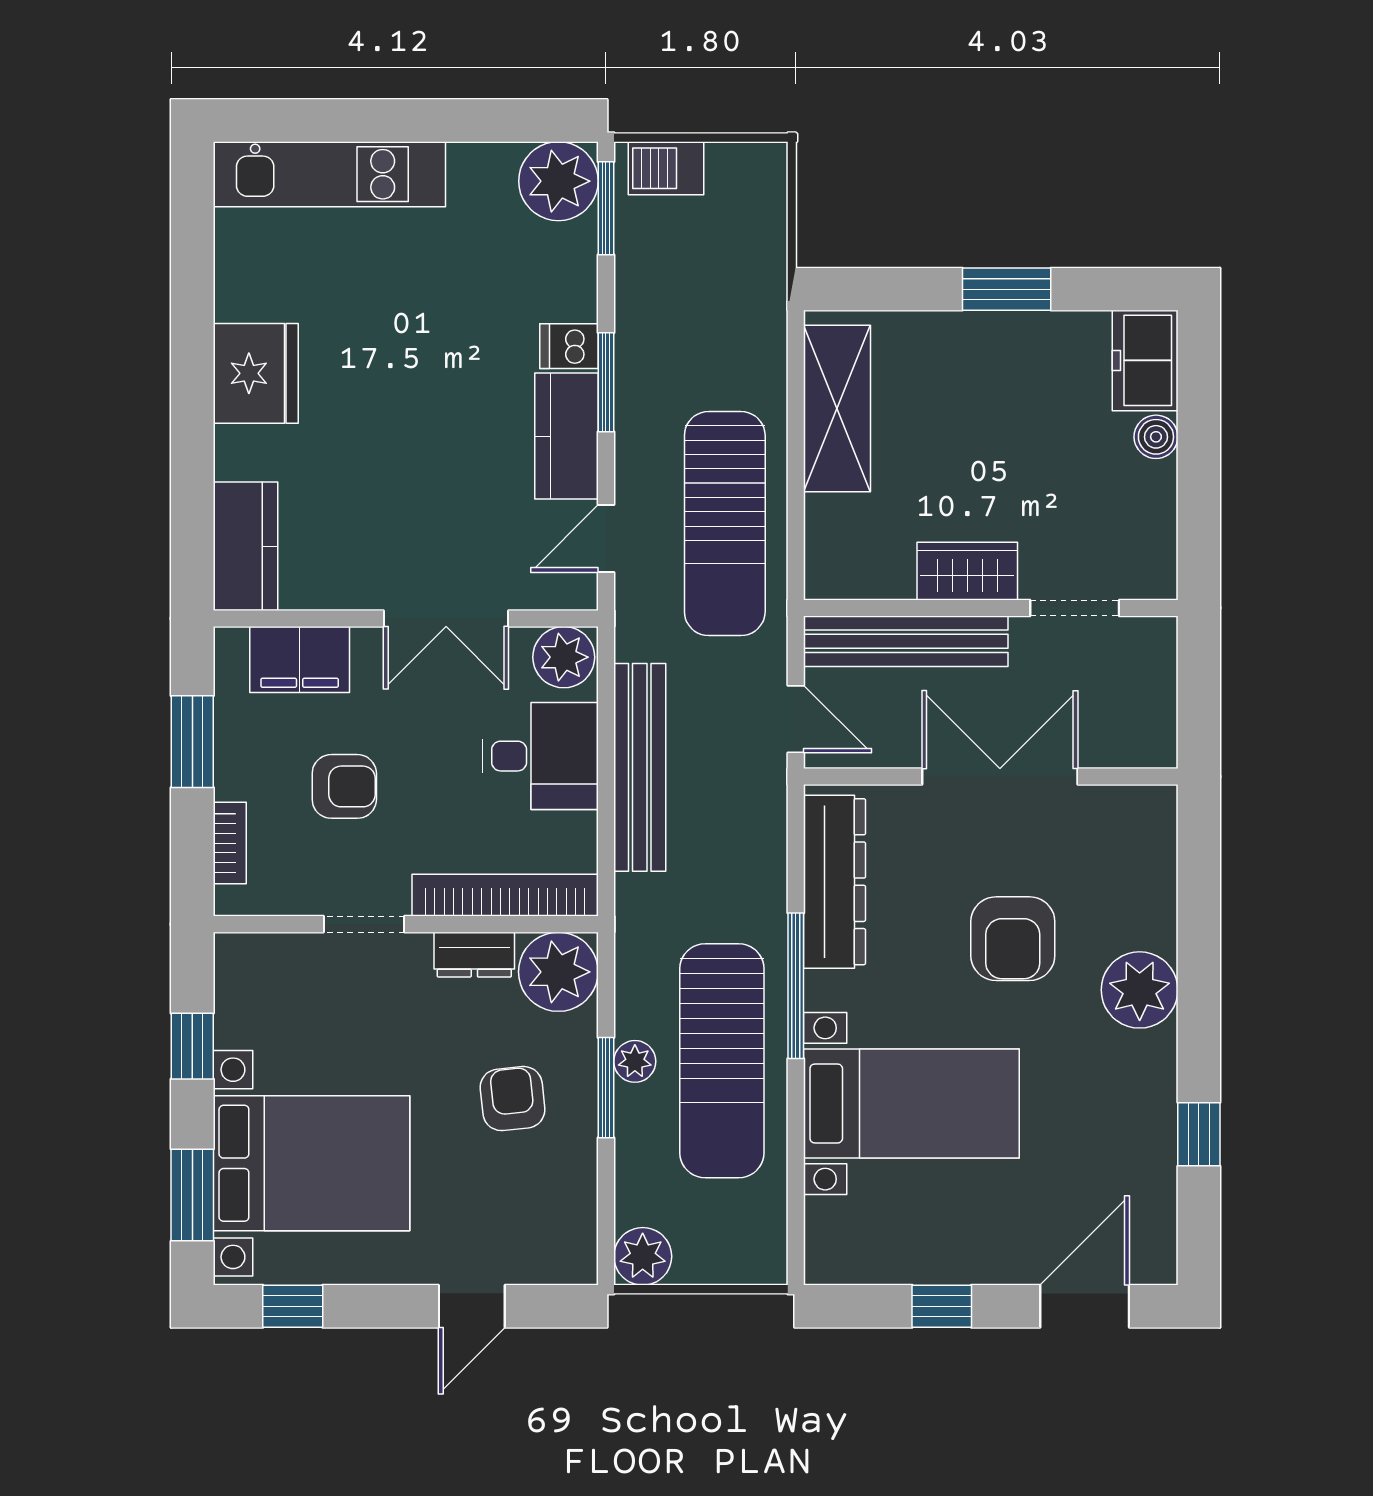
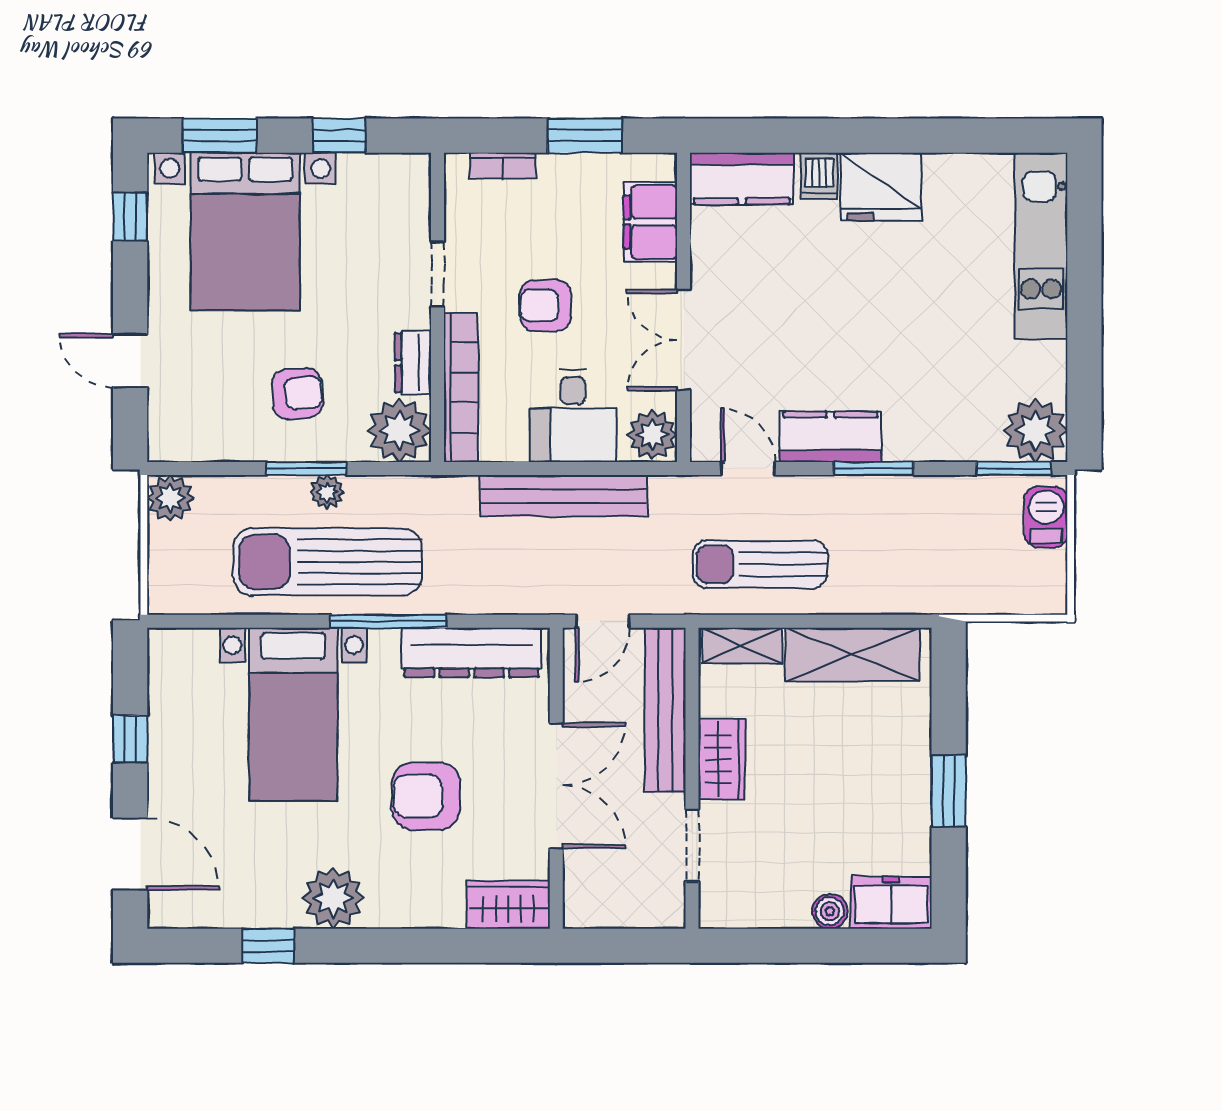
dishwasher: (569, 346) -> (819, 176), moved, turned 180
sun lounger: (725, 524) -> (760, 564), width x0.73, depth x0.75
shelving: (826, 546) -> (742, 646), added
armchair: (344, 786) -> (546, 305), moved, turned 90
wardrobe: (1148, 836) -> (508, 905), added
plant: (1140, 990) -> (333, 898), moved

